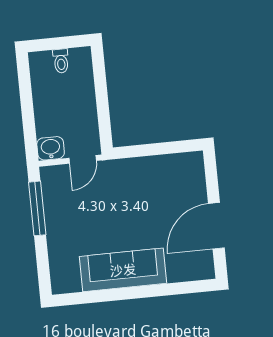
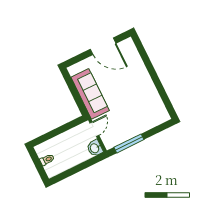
door: (83, 159) -> (94, 129), hinge flipped
sofa: (123, 270) -> (90, 94), moved, turned 180

